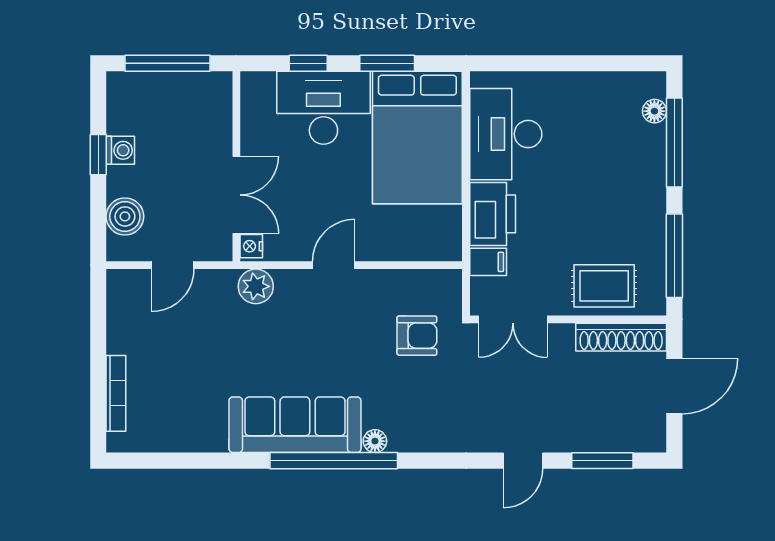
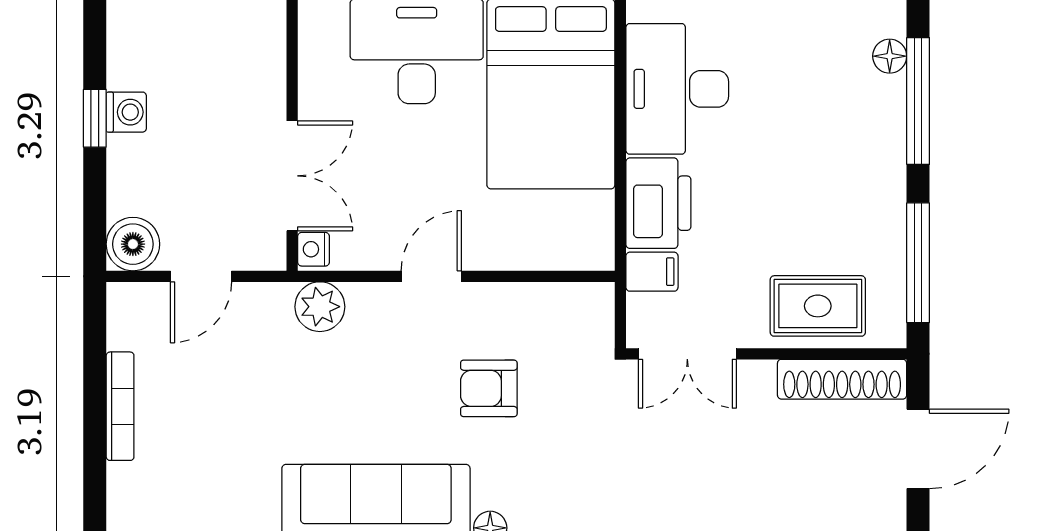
boiler: (125, 216) -> (133, 244), moved
armchair: (417, 336) -> (489, 388), moved, turned 180
bookcase: (116, 393) -> (120, 406), moved

